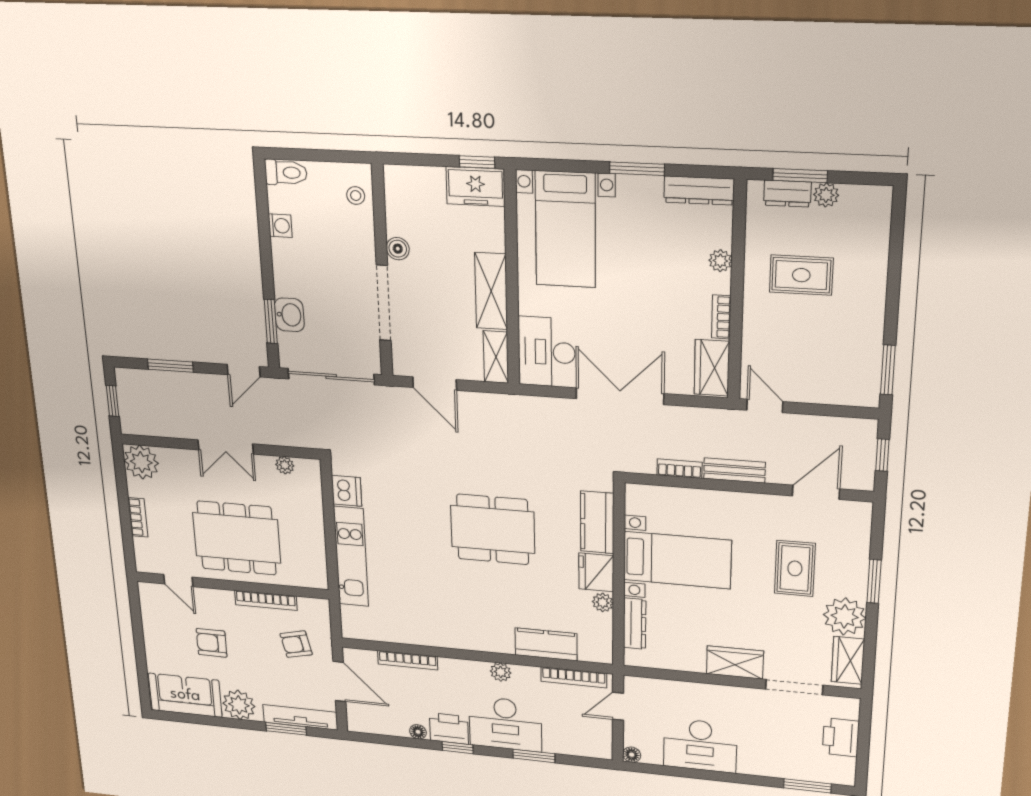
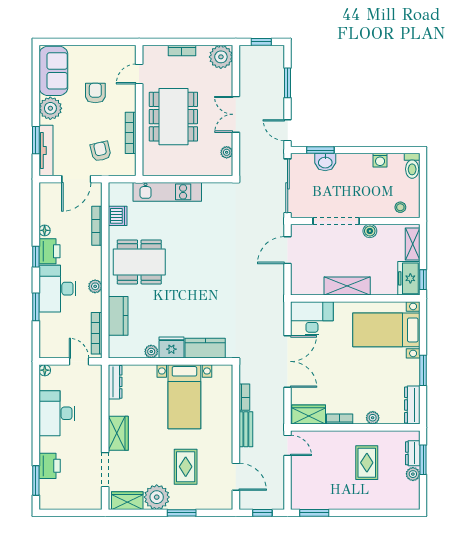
shelving: (496, 357) -> (413, 244), moved, turned 90
door: (765, 406) -> (288, 445), hinge flipped
dishwasher: (347, 491) -> (118, 216), moved, turned -90
dining table: (493, 529) -> (139, 262), moved, turned 90
rug: (795, 568) -> (186, 467), turned 90
dresser: (635, 624) -> (115, 382), moved, turned -90
printer: (841, 737) -> (50, 466), moved, turned 90

